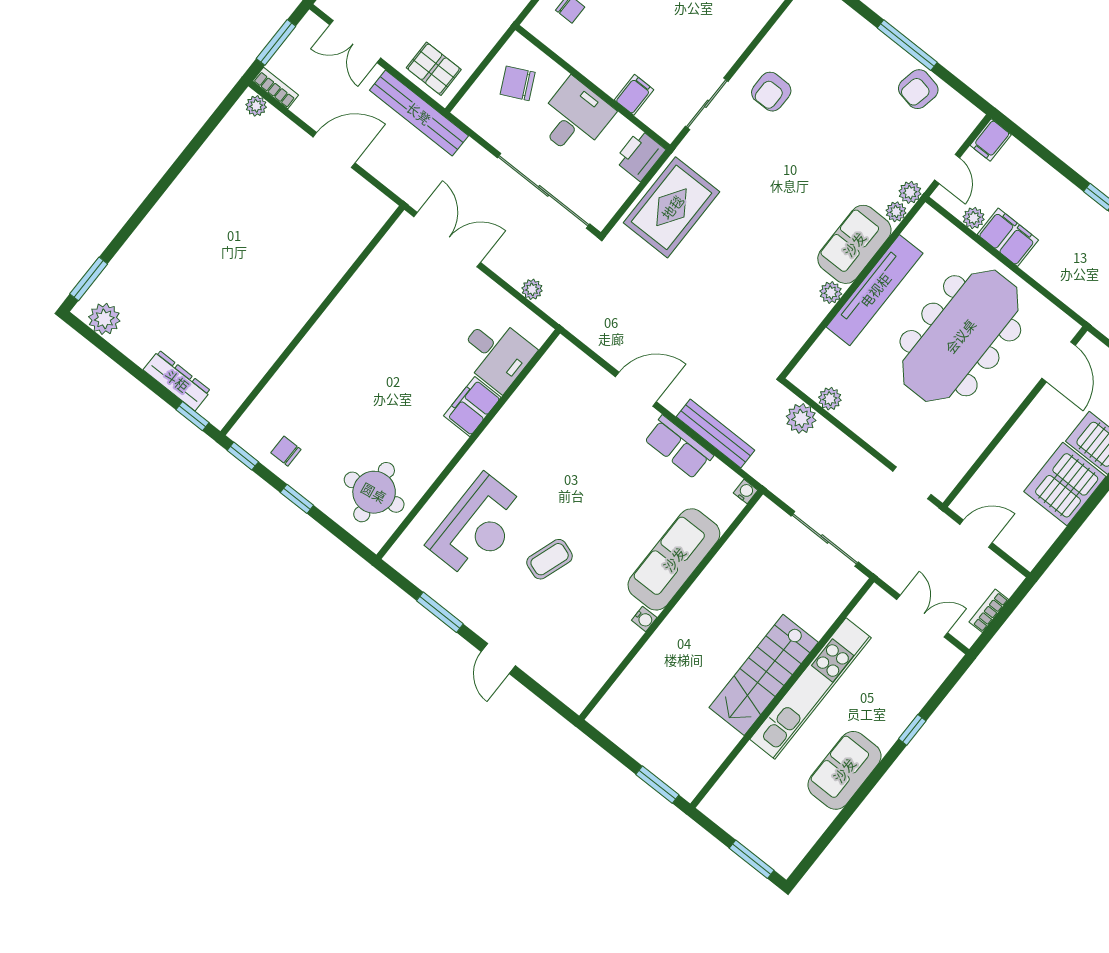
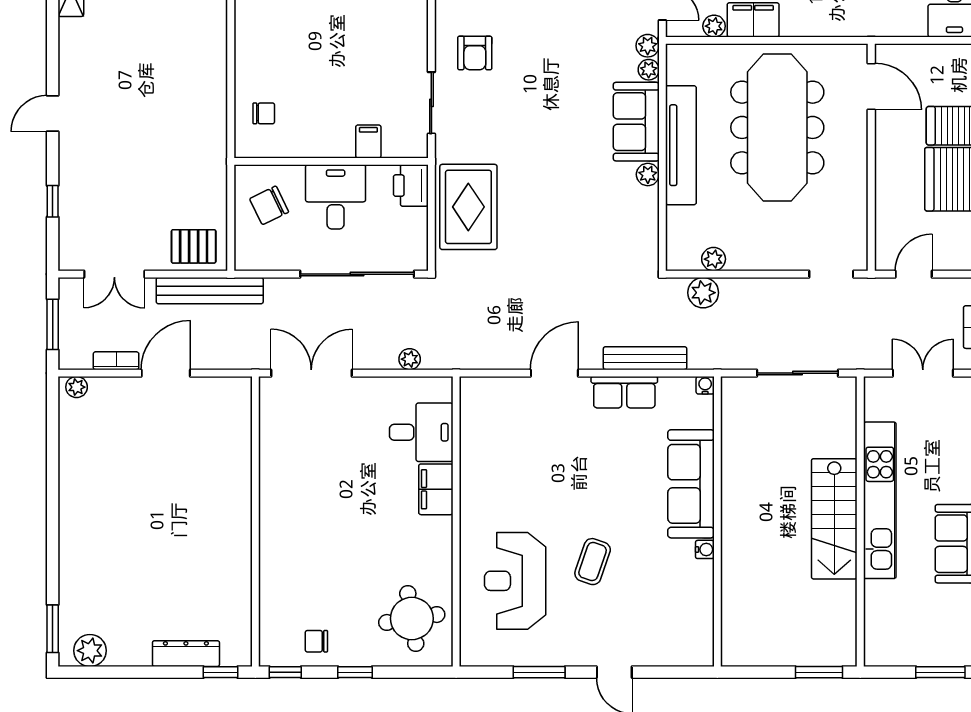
bookcase: (276, 88) -> (116, 361), moved
reception desk: (478, 527) -> (515, 581), turned 180

